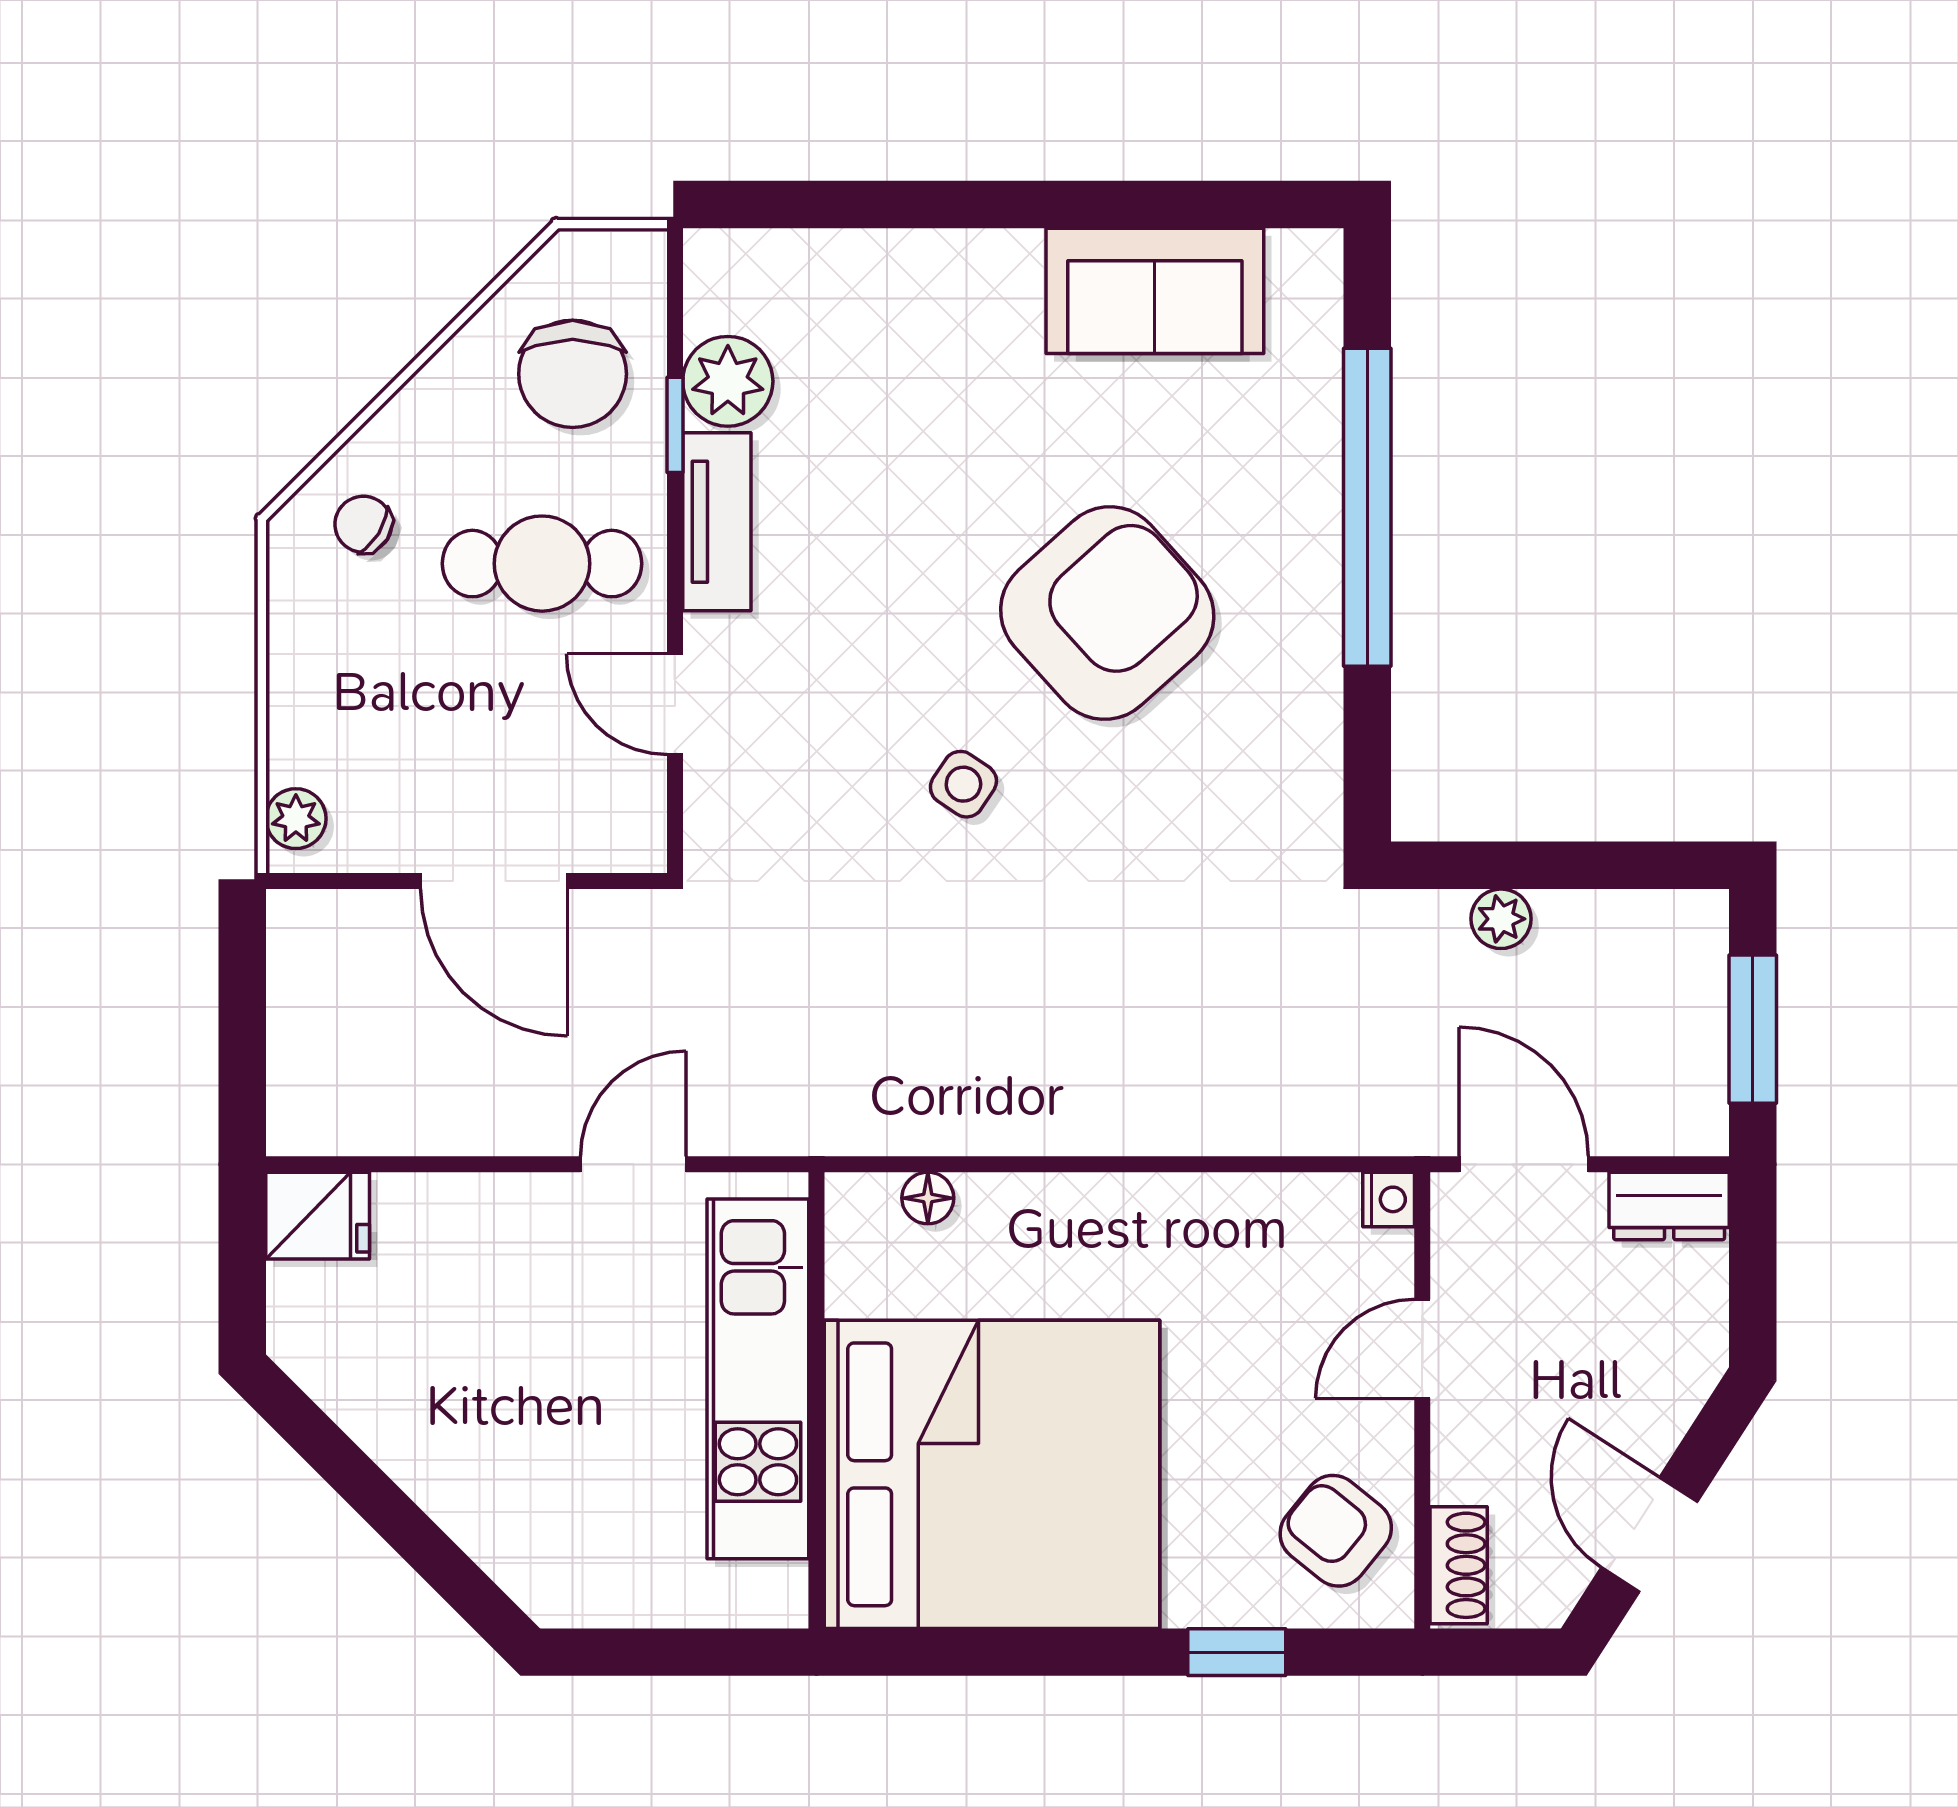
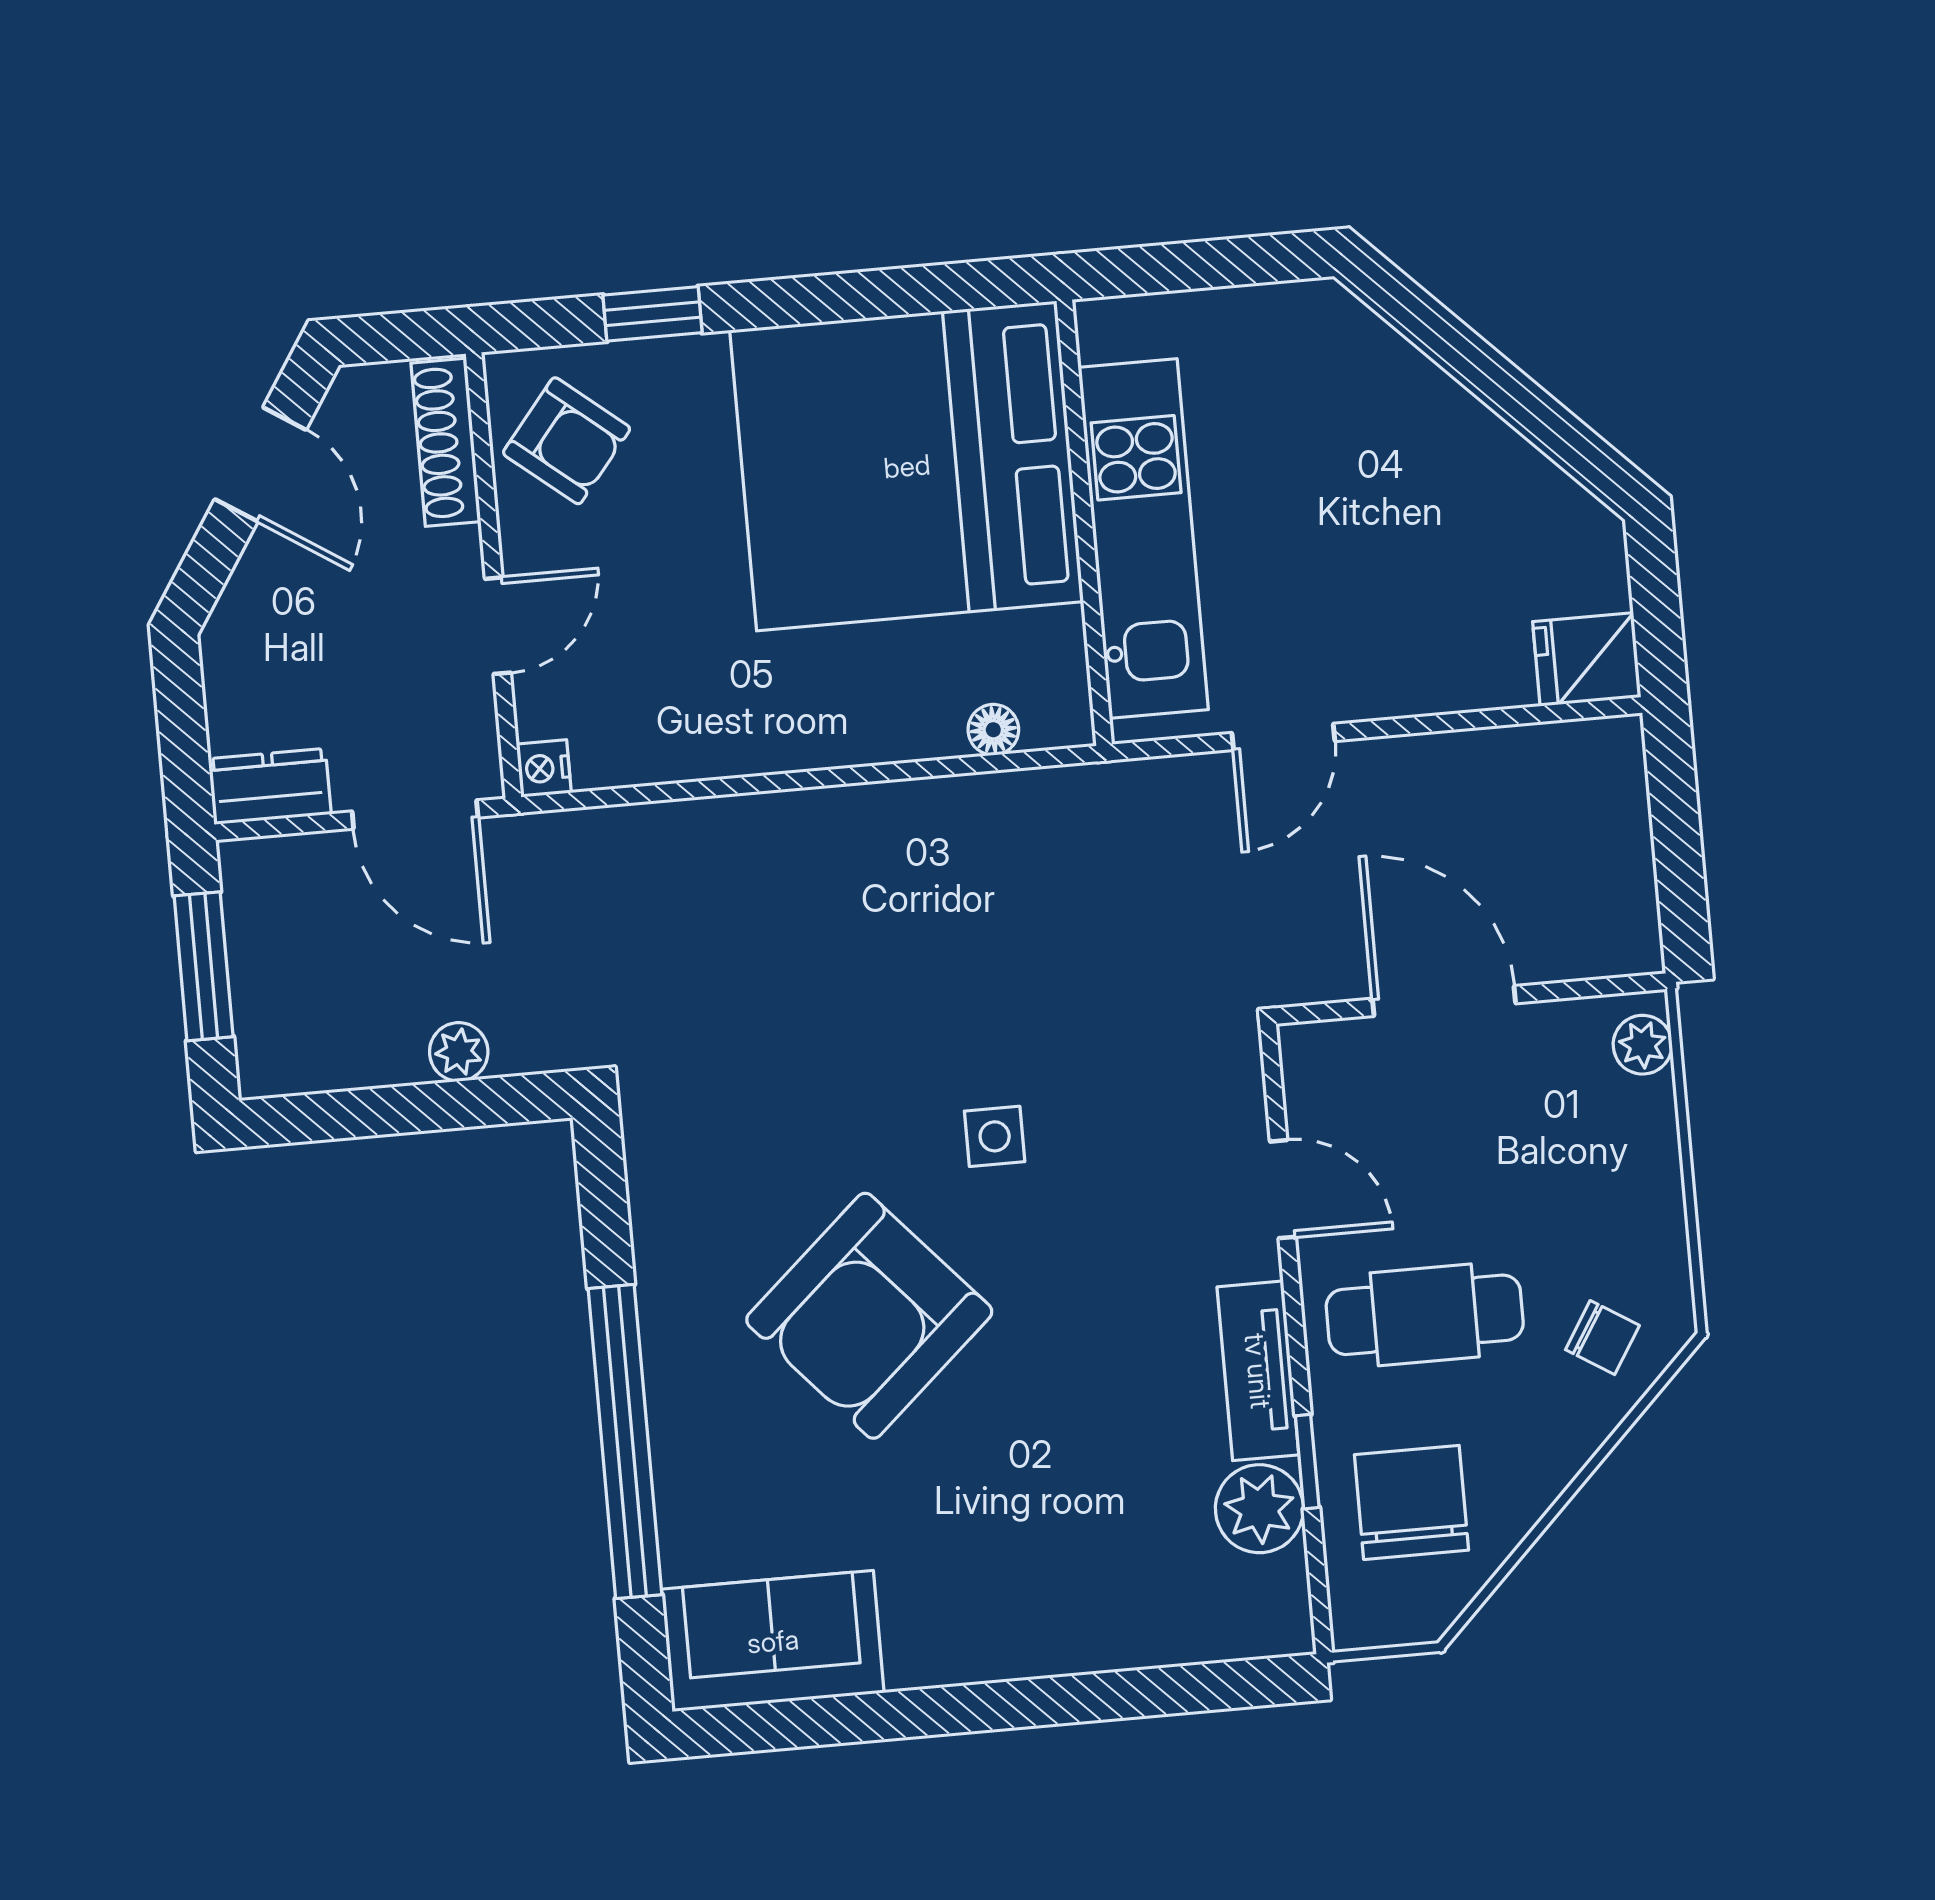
sofa: (1155, 291) -> (773, 1641), moved
side table: (963, 784) -> (995, 1136), turned -34
shoe rack: (1459, 1565) -> (446, 442), width x1.43

